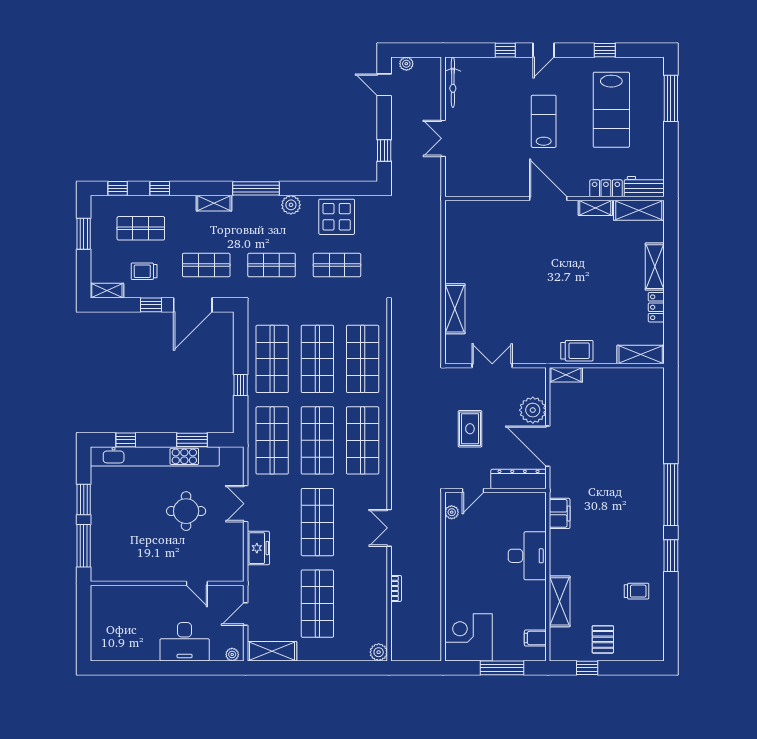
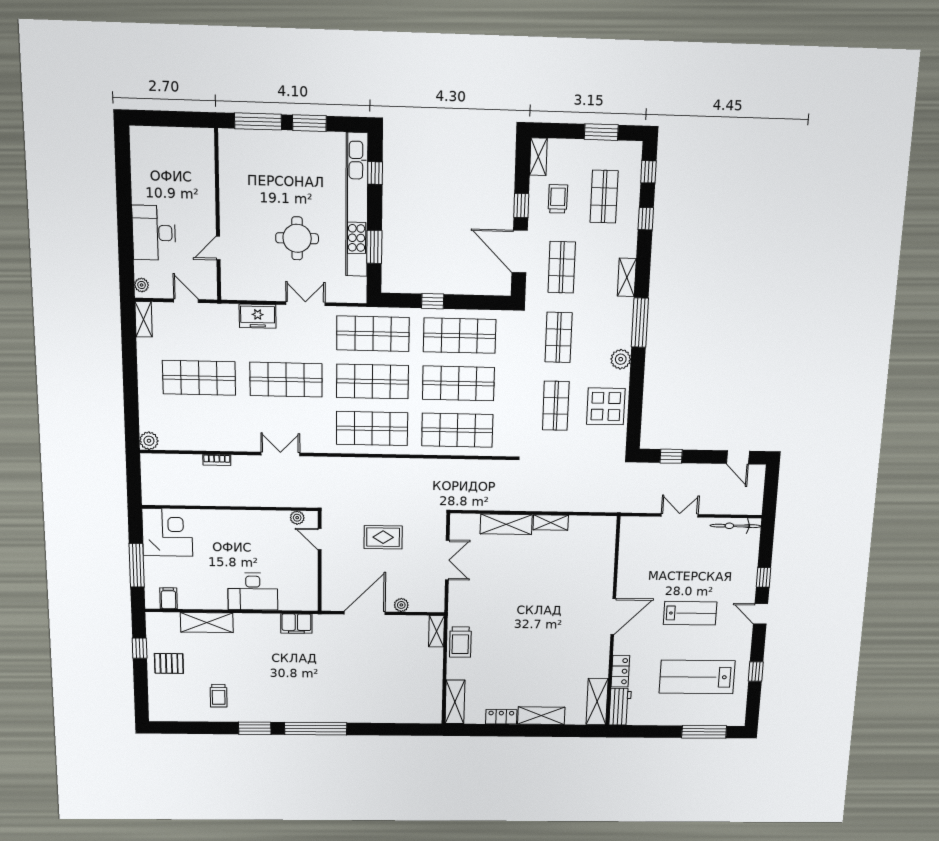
plant: (406, 64) -> (758, 480), removed
door: (384, 85) -> (738, 457), swing flipped
shelving: (595, 208) -> (551, 523), moved, turned 90
plant: (533, 410) -> (401, 605), width x0.53, depth x0.53
dresser: (519, 479) -> (331, 584), removed
shelving: (272, 651) -> (144, 319), width x0.67, depth x0.75

